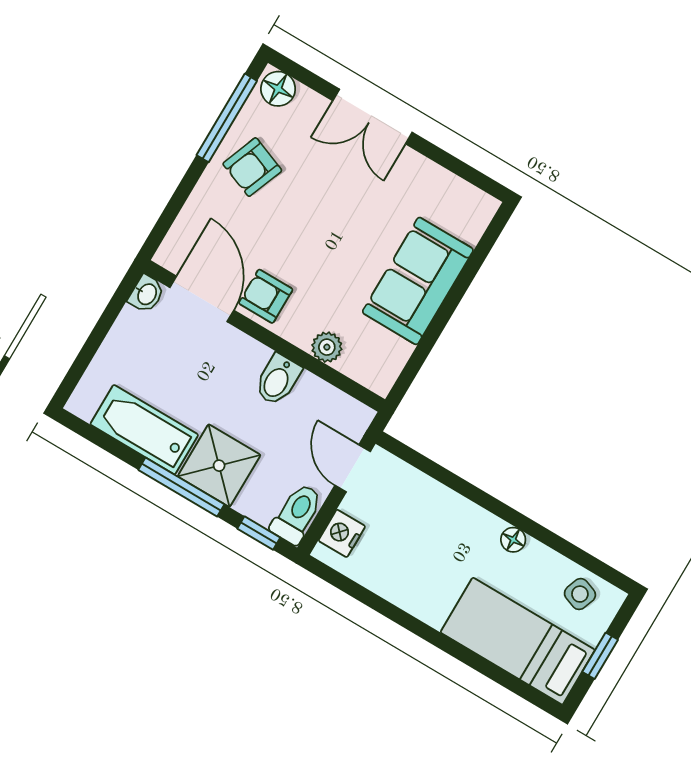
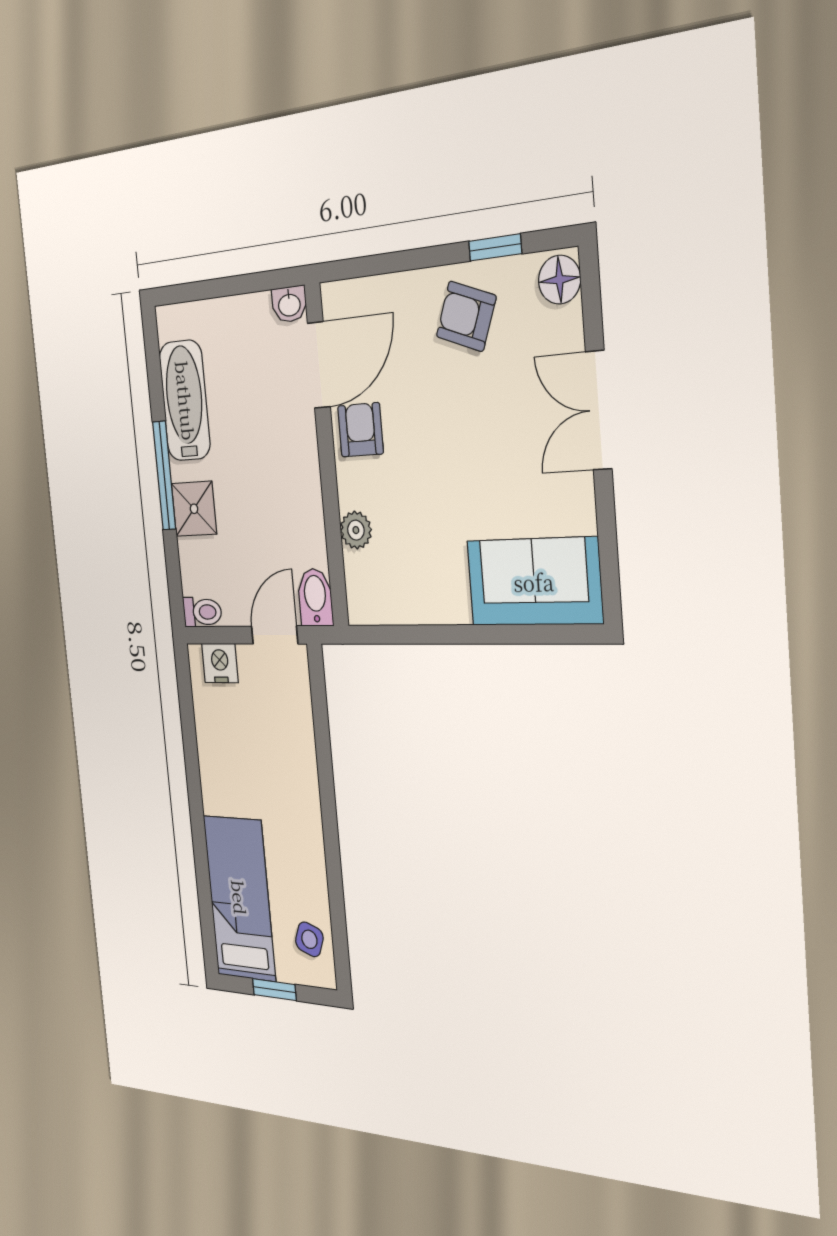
window: (227, 118) -> (495, 247), width x0.46
sofa: (418, 281) -> (534, 582), moved
bidet: (278, 380) -> (315, 597), moved, turned 90
shower: (219, 466) -> (194, 509), width x0.73, depth x0.73
toilet: (297, 514) -> (202, 612), width x0.73, depth x0.72
window: (259, 533) -> (174, 580), removed
floor lamp: (513, 540) -> (313, 842), removed

